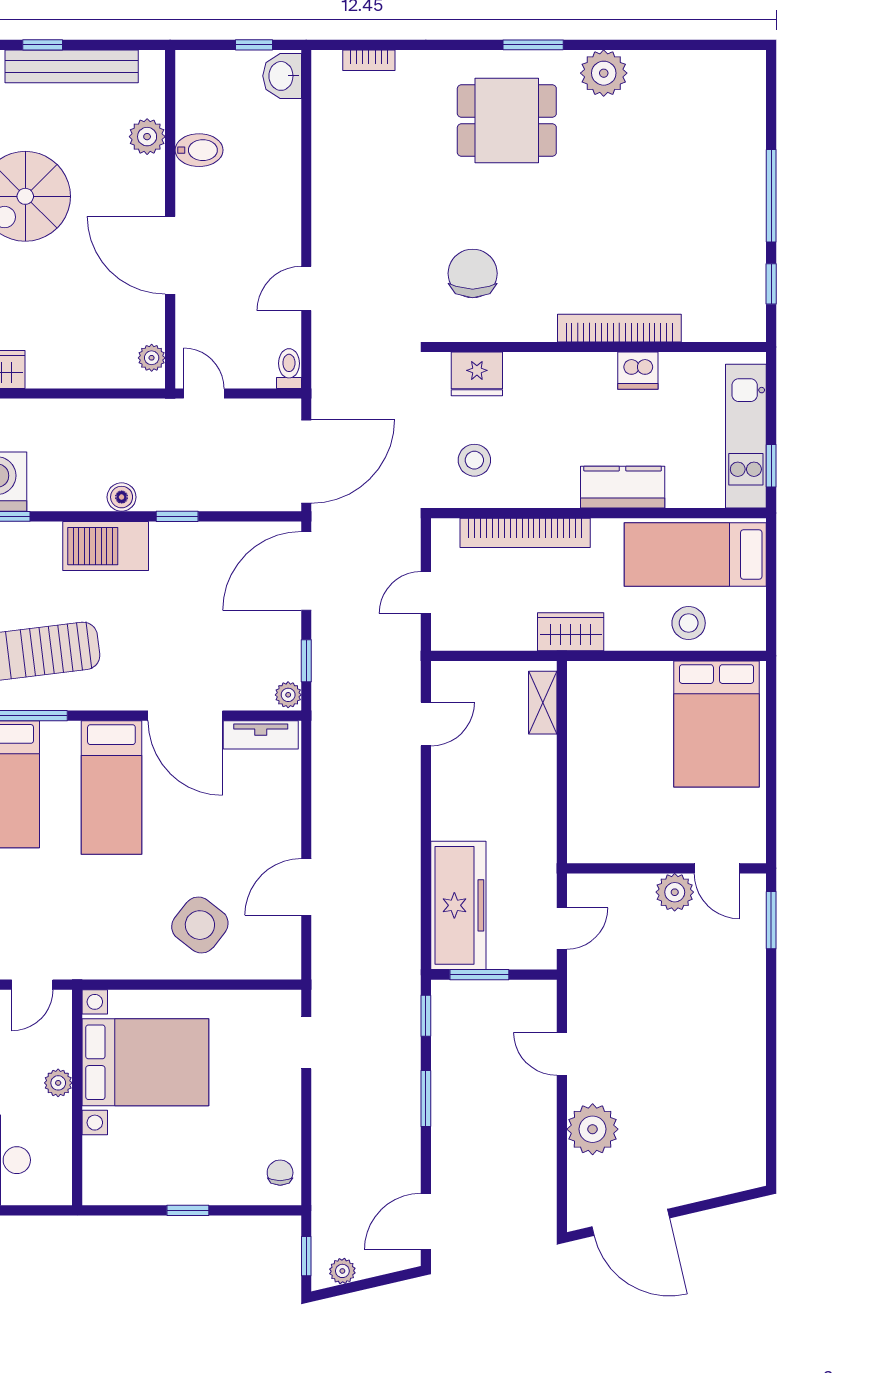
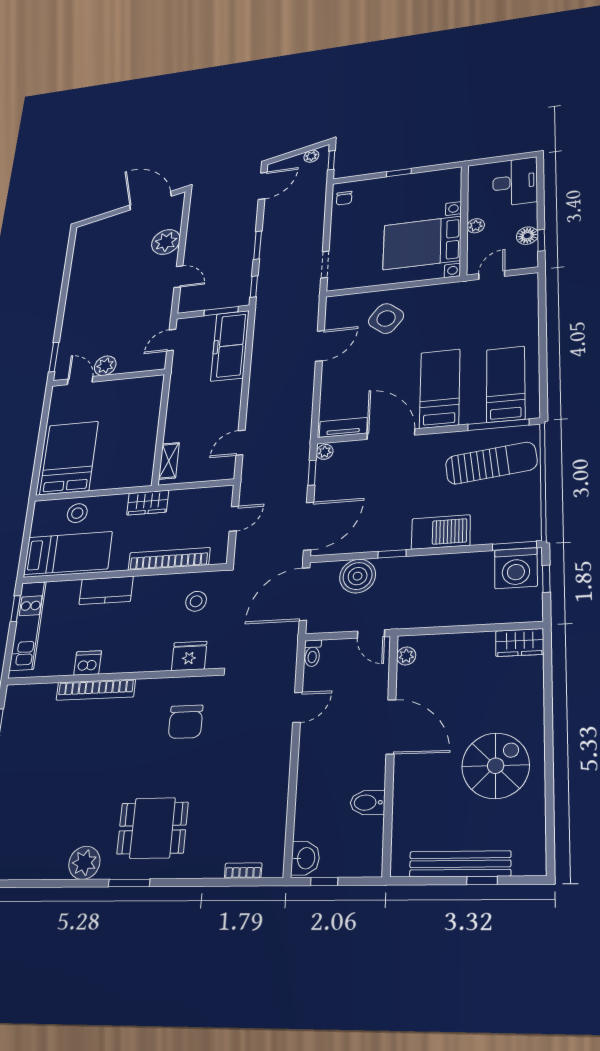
plant: (147, 137) -> (405, 812), removed
boiler: (122, 497) -> (358, 576), moved, width x1.86, depth x1.86

